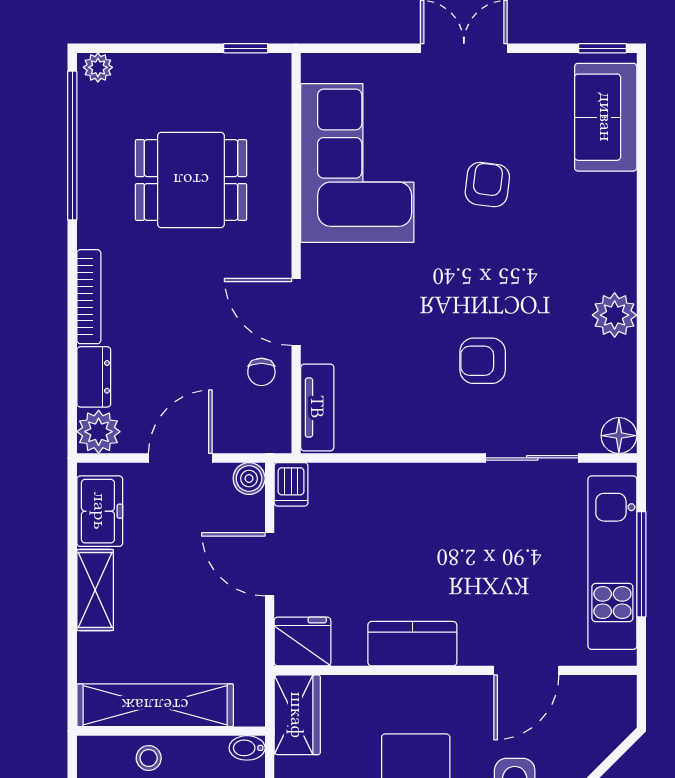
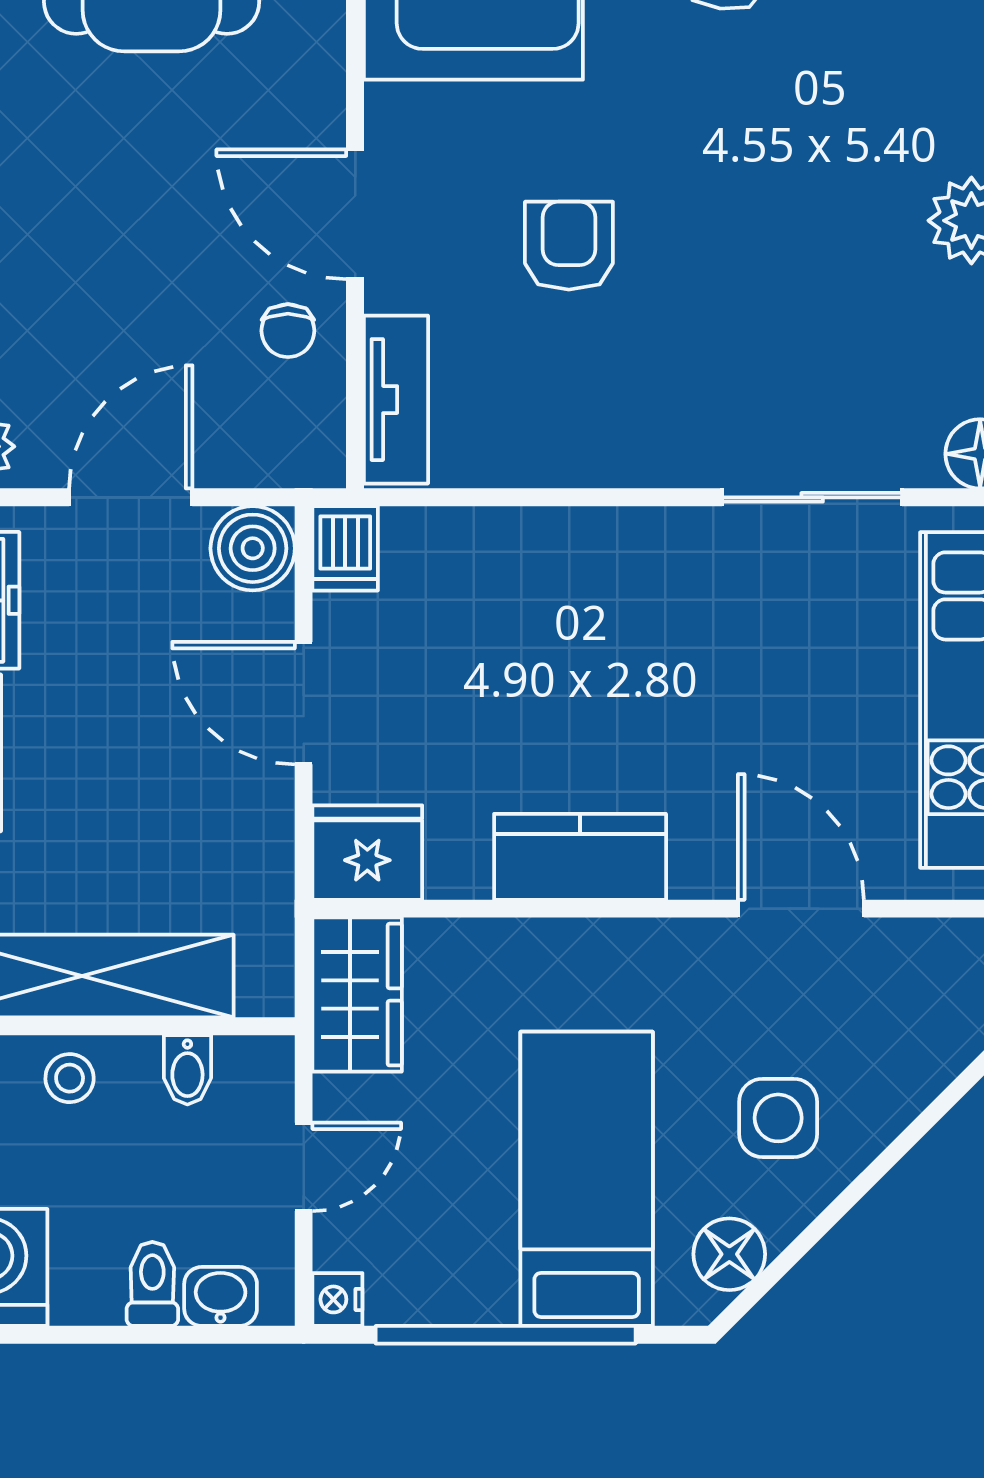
armchair: (483, 361) -> (569, 246), moved, turned 90
boiler: (249, 478) -> (253, 548), width x1.36, depth x1.36
door: (526, 670) -> (801, 909), swing flipped
bidet: (247, 748) -> (187, 1070), moved, turned -90

